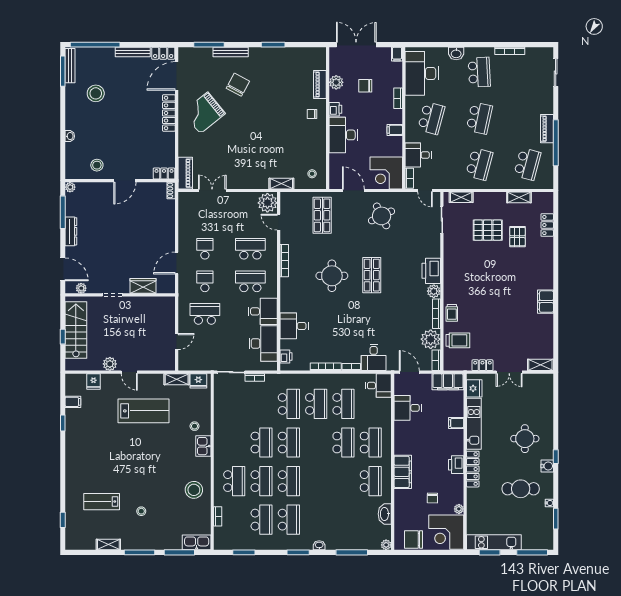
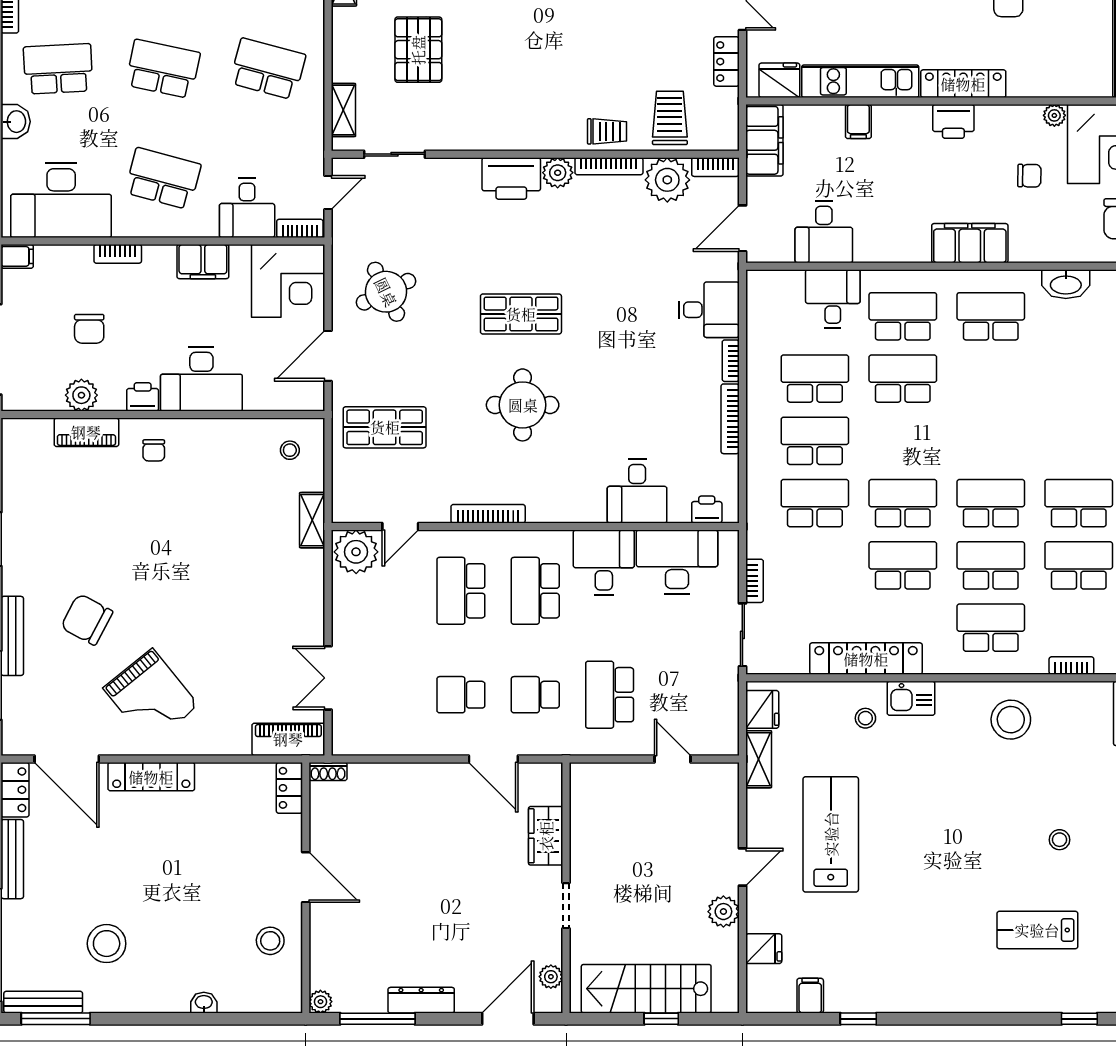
filing cabinet: (395, 130) -> (203, 262), width x2.00
desk: (378, 386) -> (833, 299), moved
locker: (221, 426) -> (866, 659), added
lab bench: (102, 502) -> (1037, 930), turned 90

